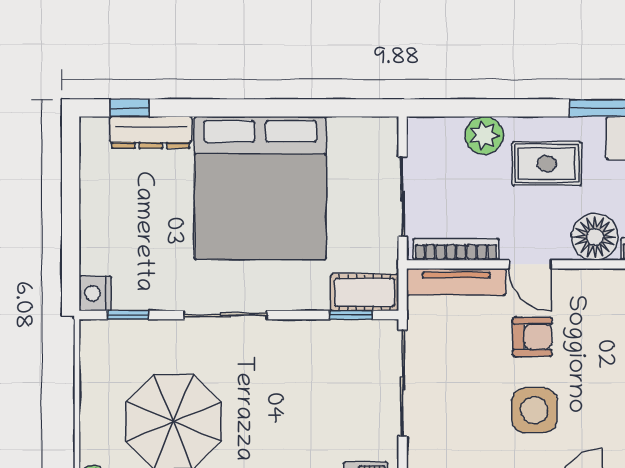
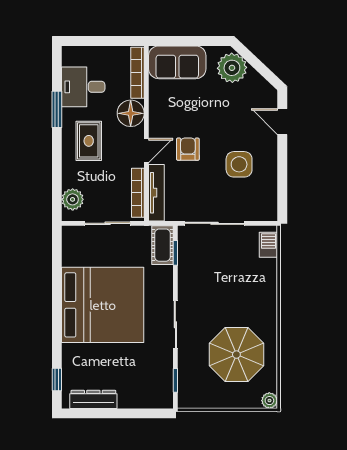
dresser: (151, 132) -> (93, 399), moved, turned -90
plant: (484, 135) -> (73, 199), moved
nightstand: (95, 294) -> (163, 399), removed
side table: (534, 410) -> (239, 164), moved

